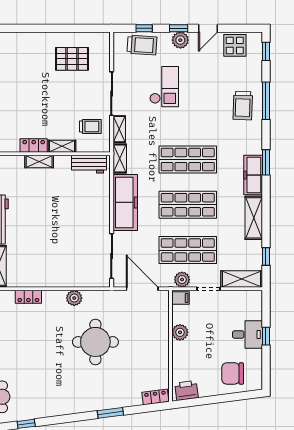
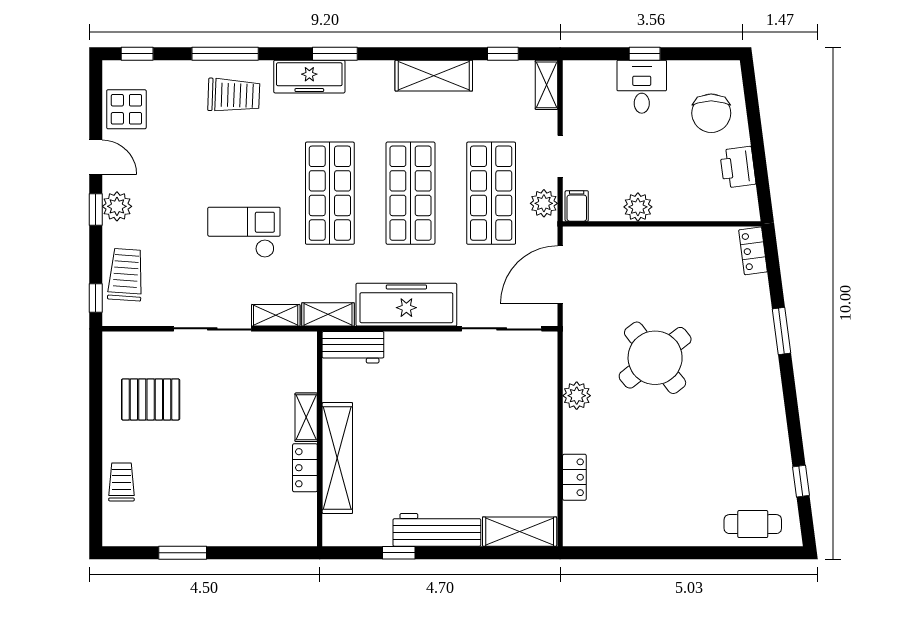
window: (144, 28) -> (96, 298), moved
pallet: (72, 59) -> (151, 399), turned 90
checkout: (164, 87) -> (244, 232), moved
trolley: (90, 126) -> (121, 482), moved
shelving: (39, 162) -> (337, 458), width x2.20, depth x1.33
workbench: (89, 164) -> (353, 347), moved, turned 90
freezer: (253, 175) -> (309, 77), moved
shelving: (242, 279) -> (547, 85), width x0.67, depth x0.75
round table: (95, 342) -> (655, 358), turned -38
printer: (186, 390) -> (738, 167), moved

